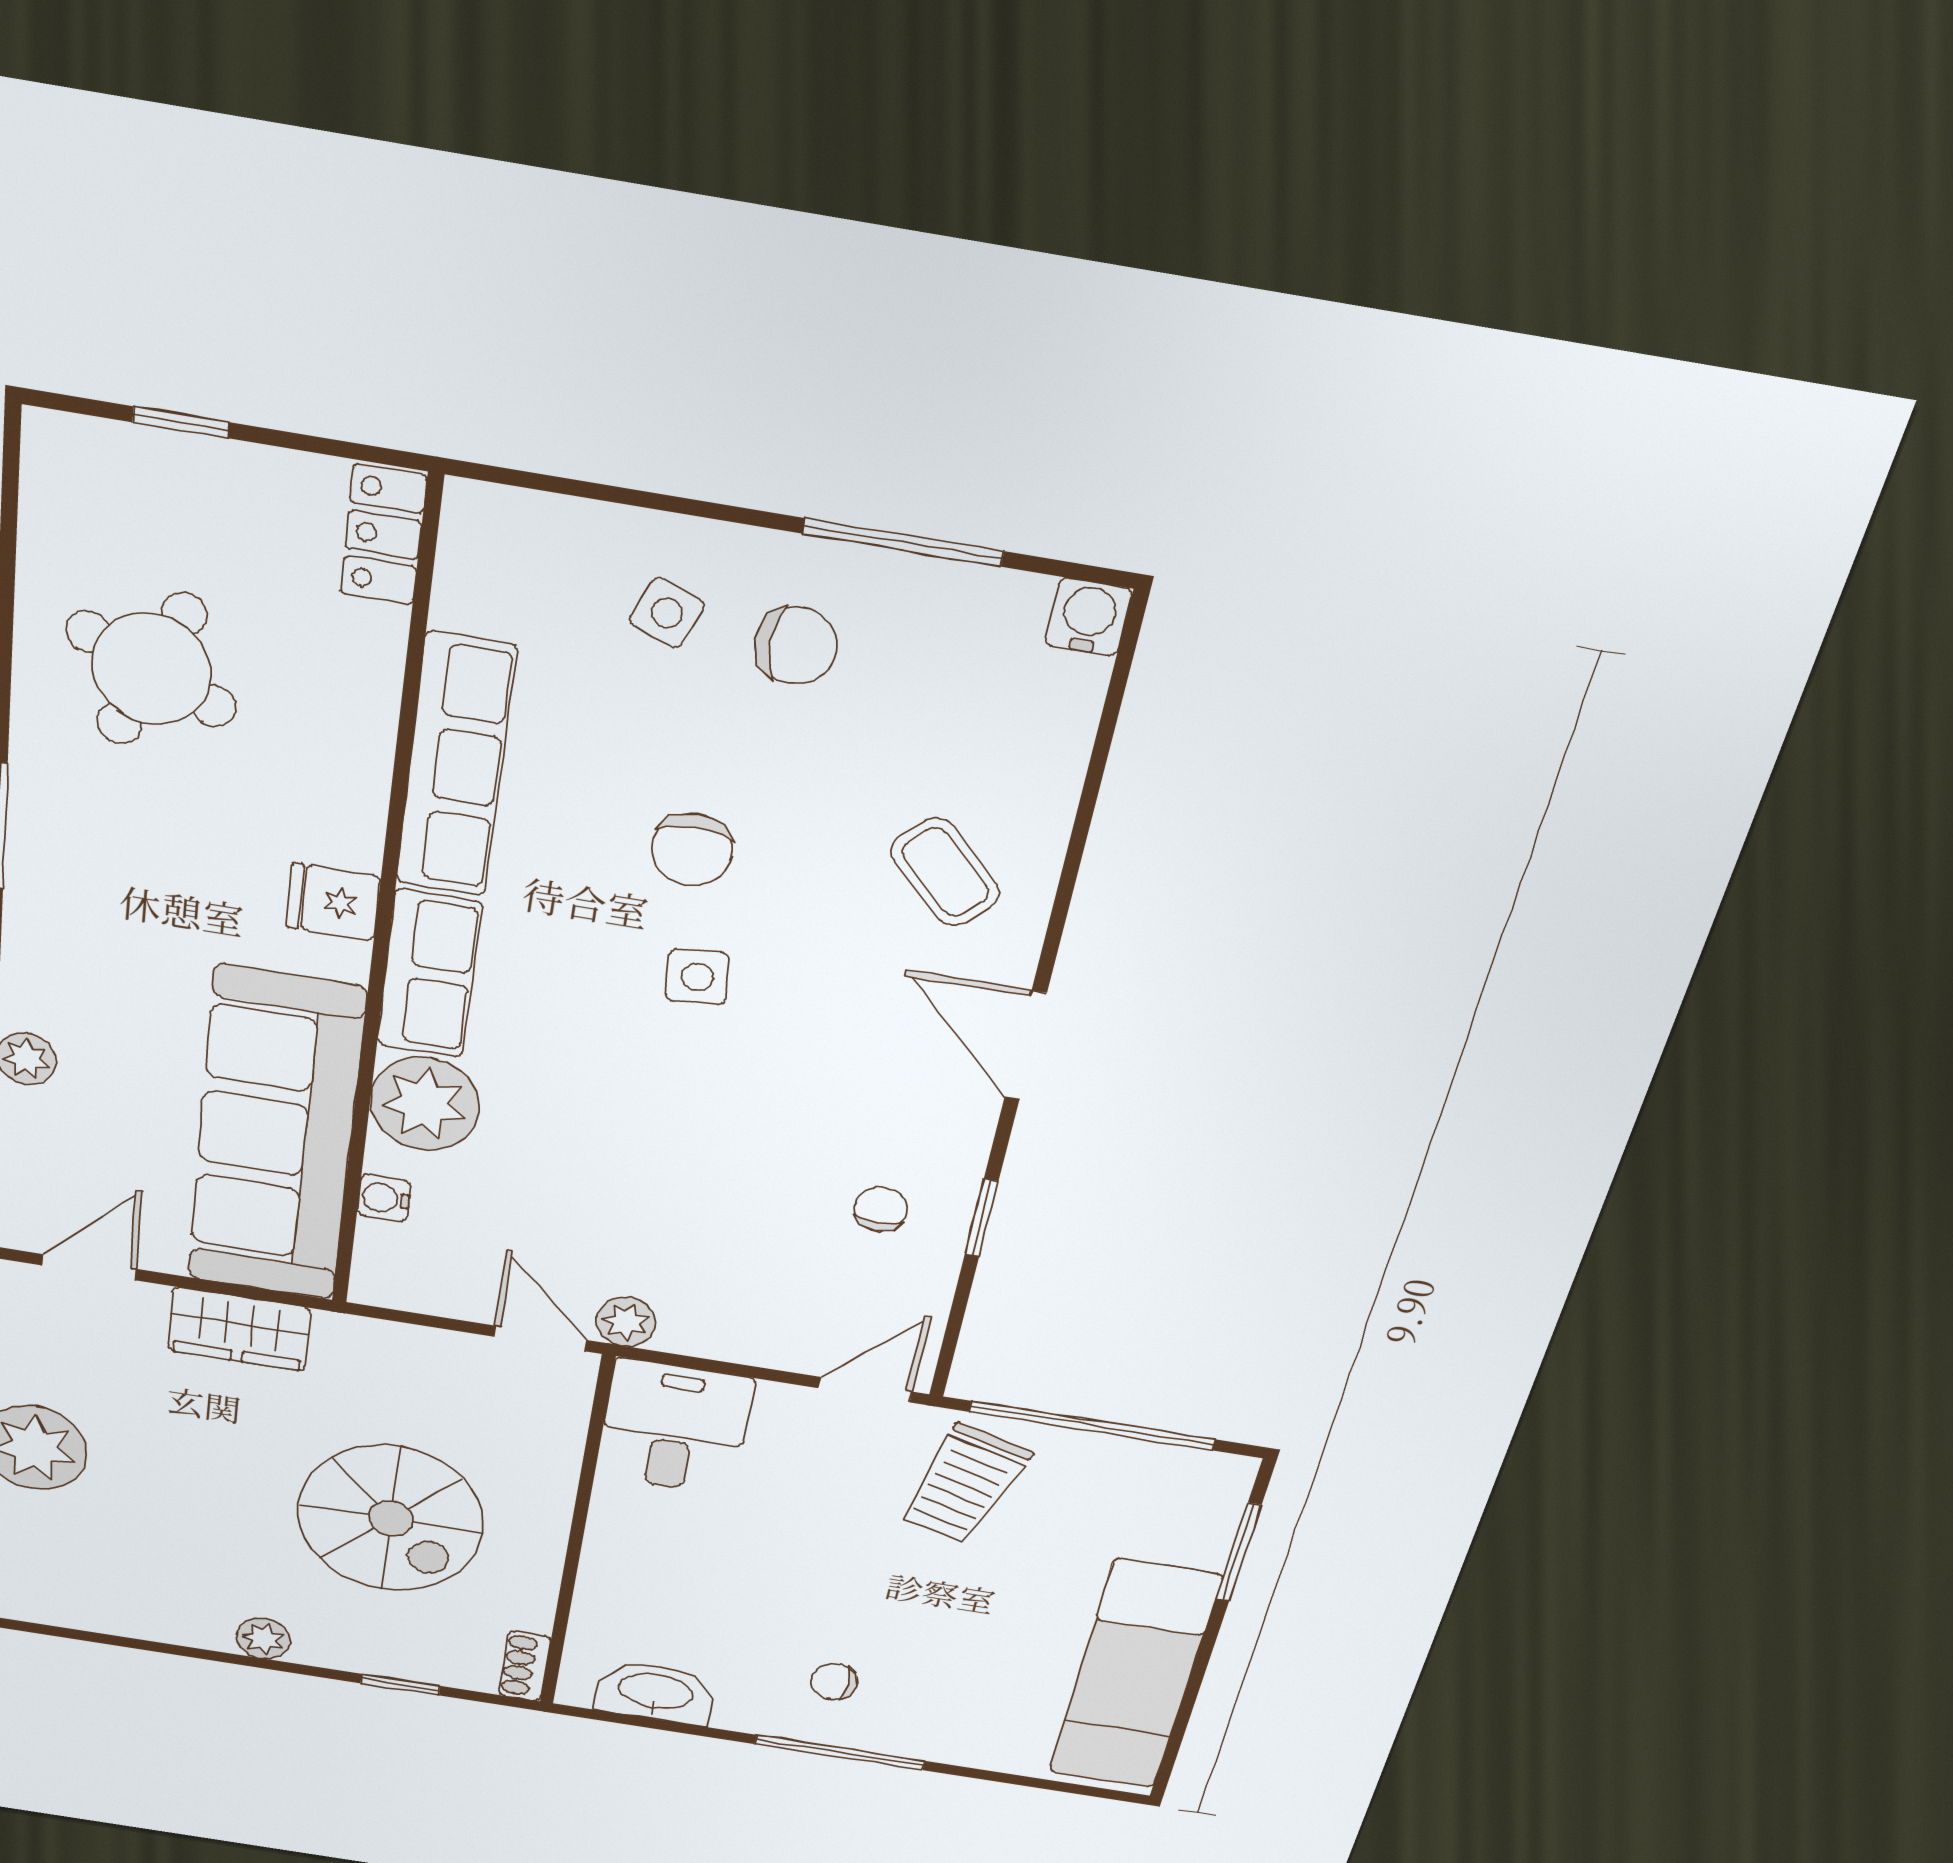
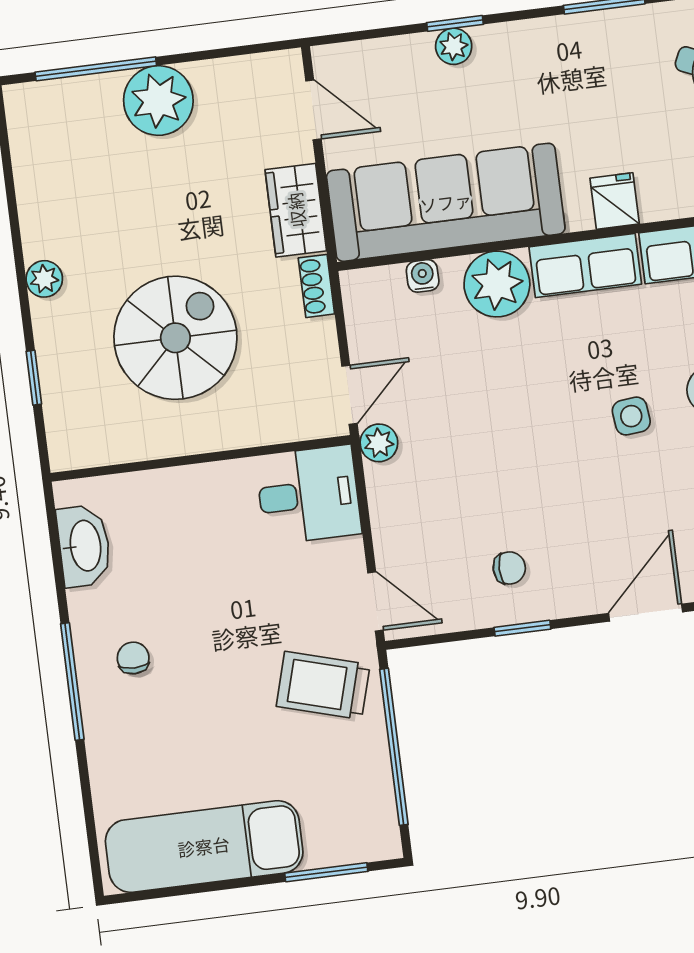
spiral stairs: (391, 1519) -> (175, 338), turned 180
shoe rack: (525, 1666) -> (316, 286), moved, turned -90

